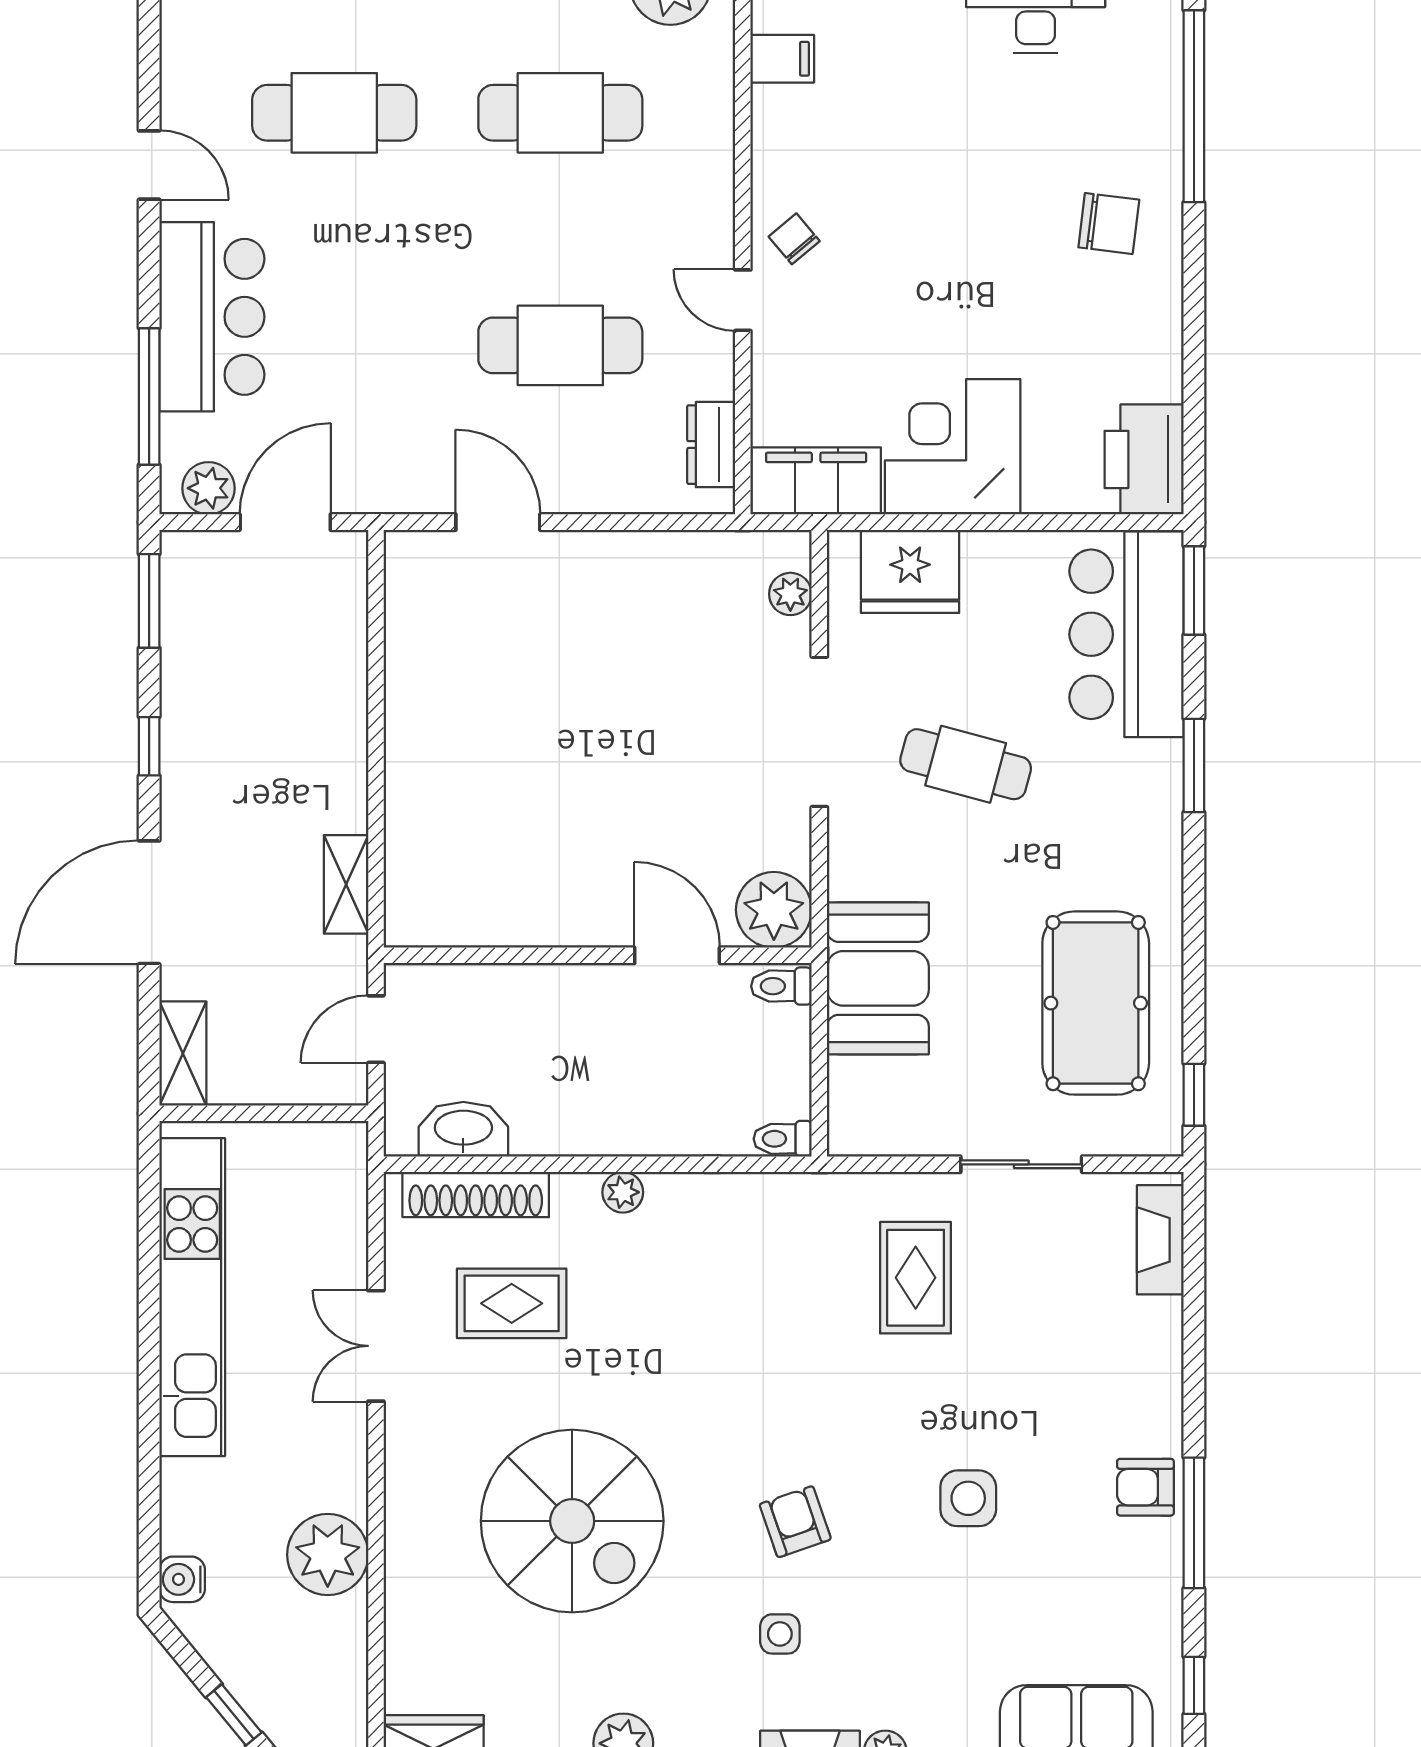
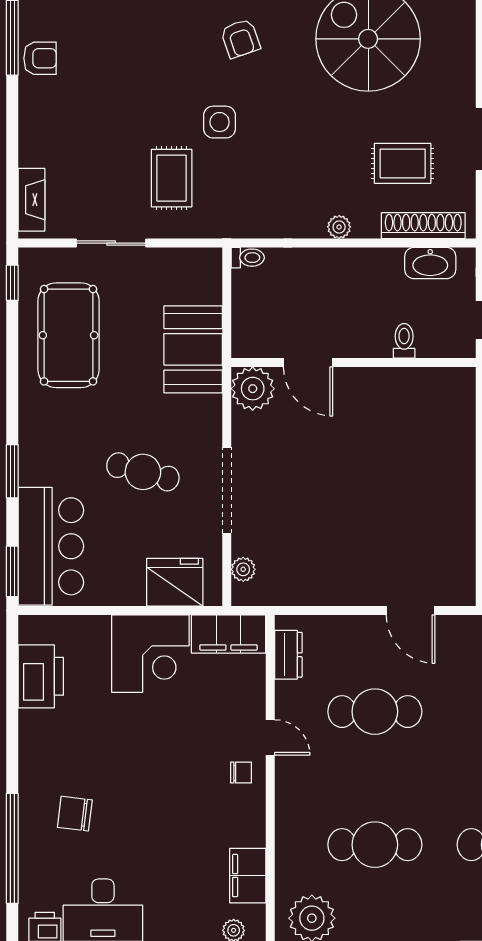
filing cabinet: (782, 59) -> (248, 876), width x2.00
chair: (1109, 223) -> (75, 814), moved
chair: (794, 239) -> (241, 773), turned -50
printer: (1144, 459) -> (41, 676), moved
toilet: (781, 986) -> (404, 341), moved, turned -90
side table: (968, 1498) -> (220, 122), moved

